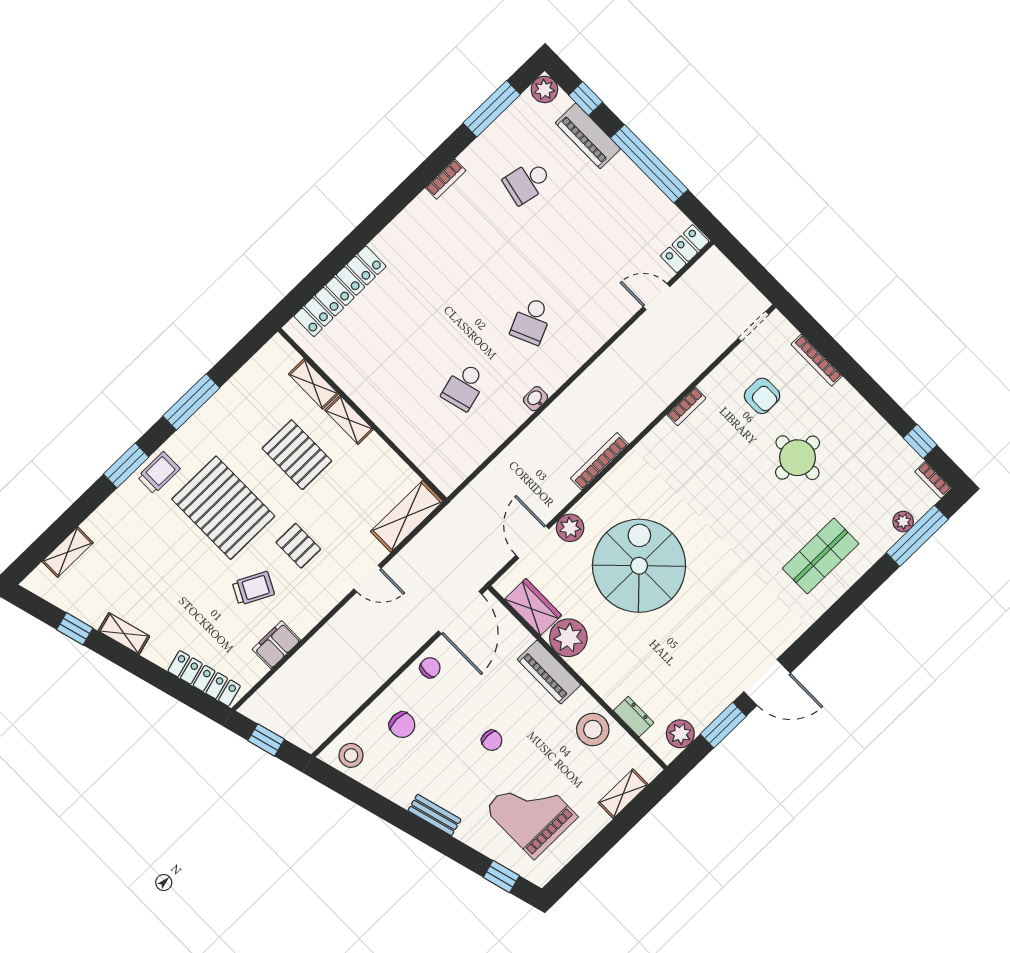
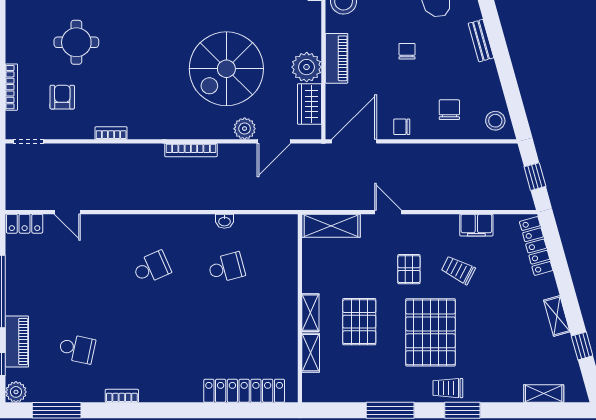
washbasin: (535, 399) -> (224, 221), moved

